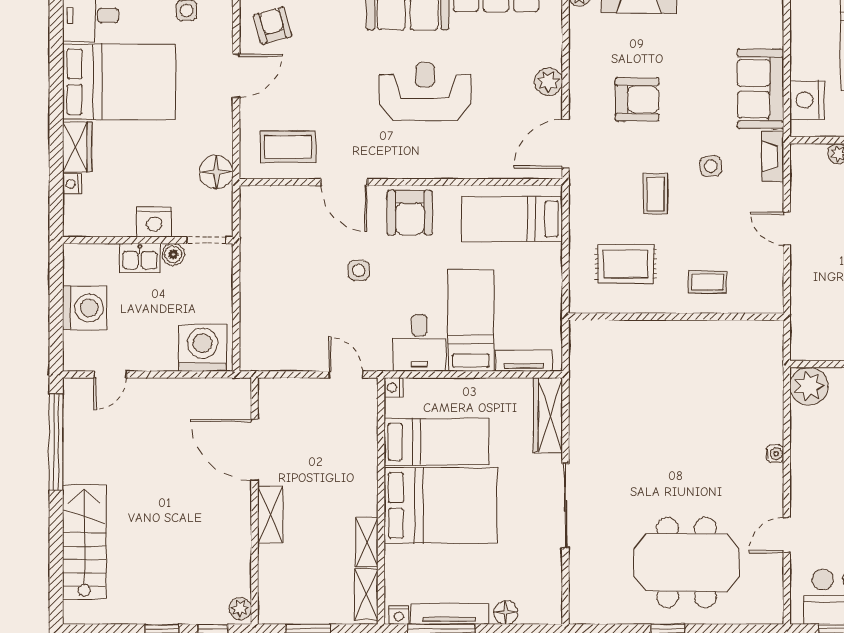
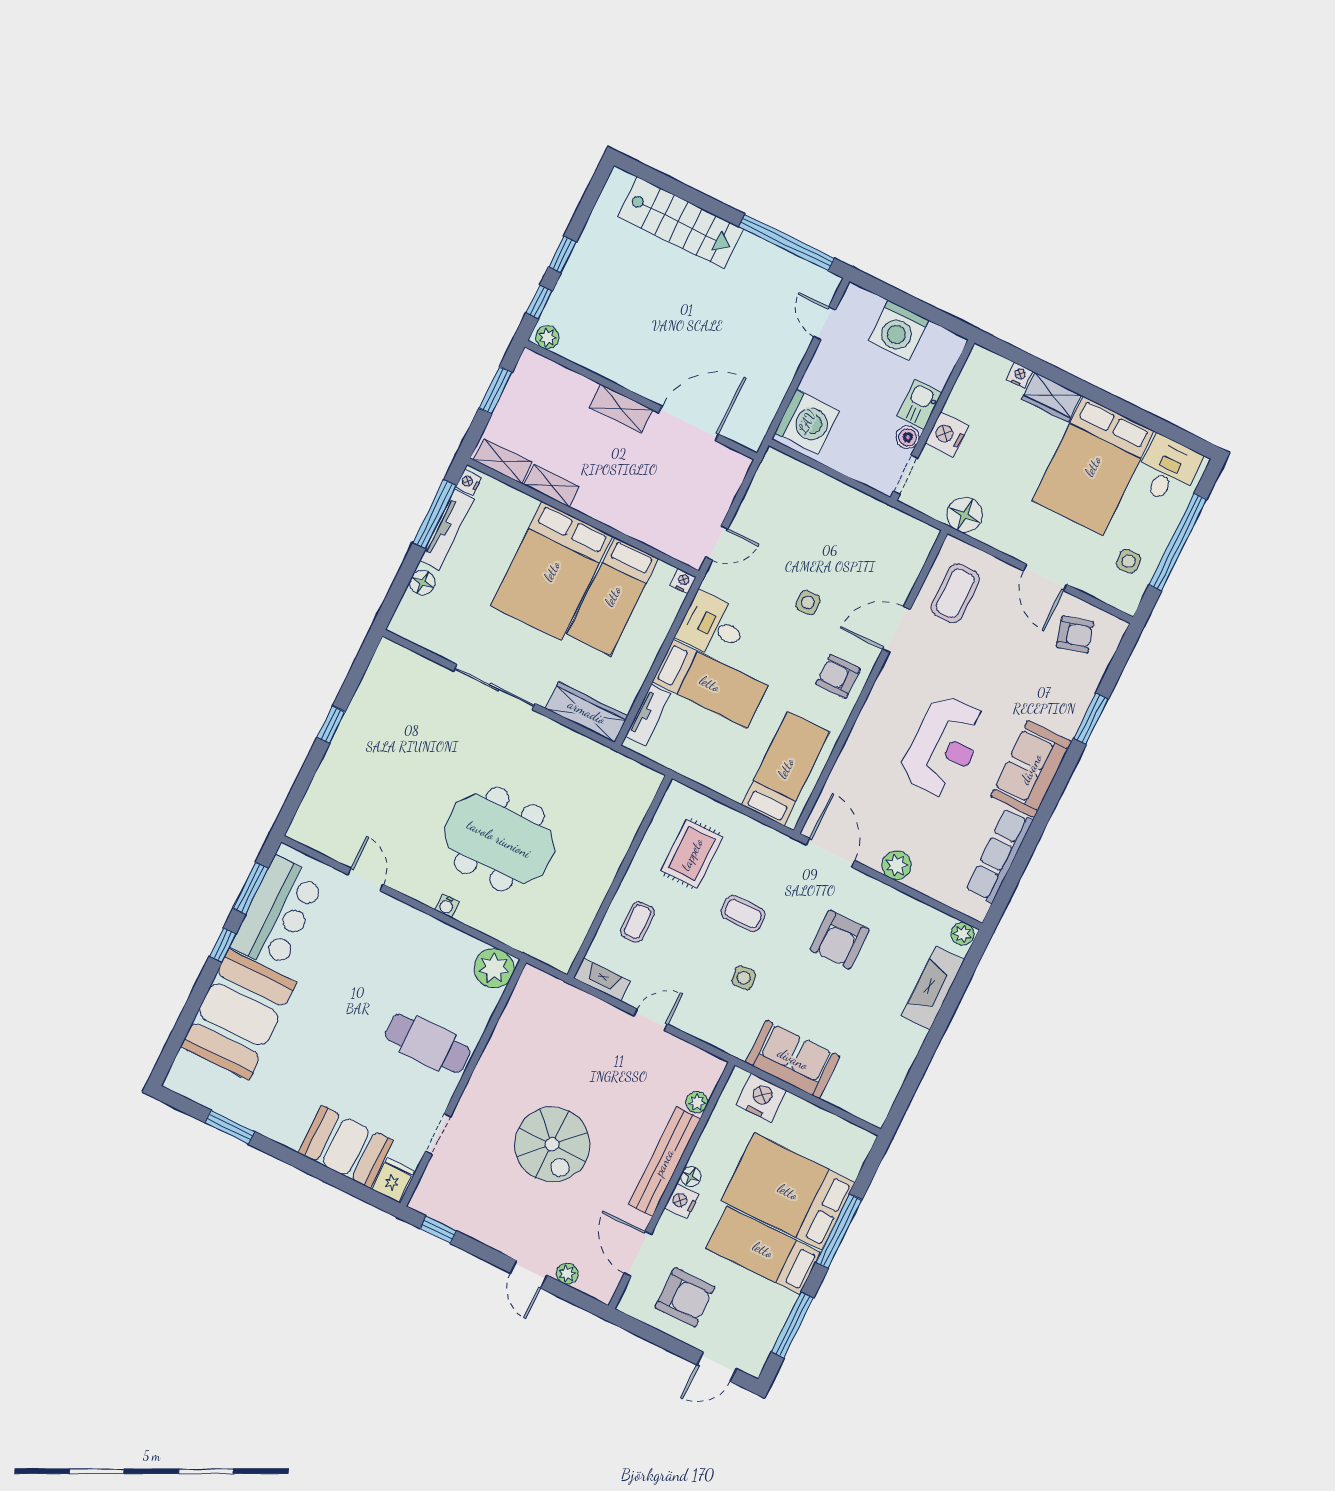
fireplace: (773, 156) -> (602, 980), moved
armchair: (410, 213) -> (838, 676), width x0.72, depth x0.72
meeting table: (686, 563) -> (499, 839), moved, turned 90

